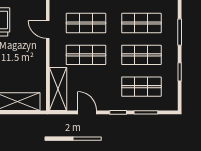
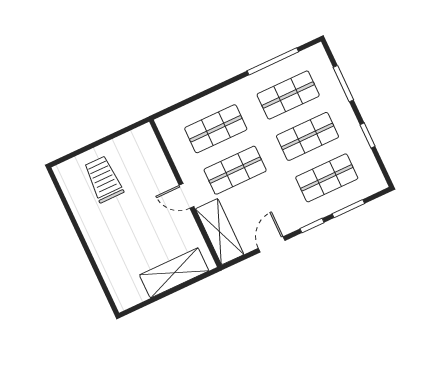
door: (48, 29) -> (187, 196), moved
door: (87, 112) -> (272, 244), hinge flipped

